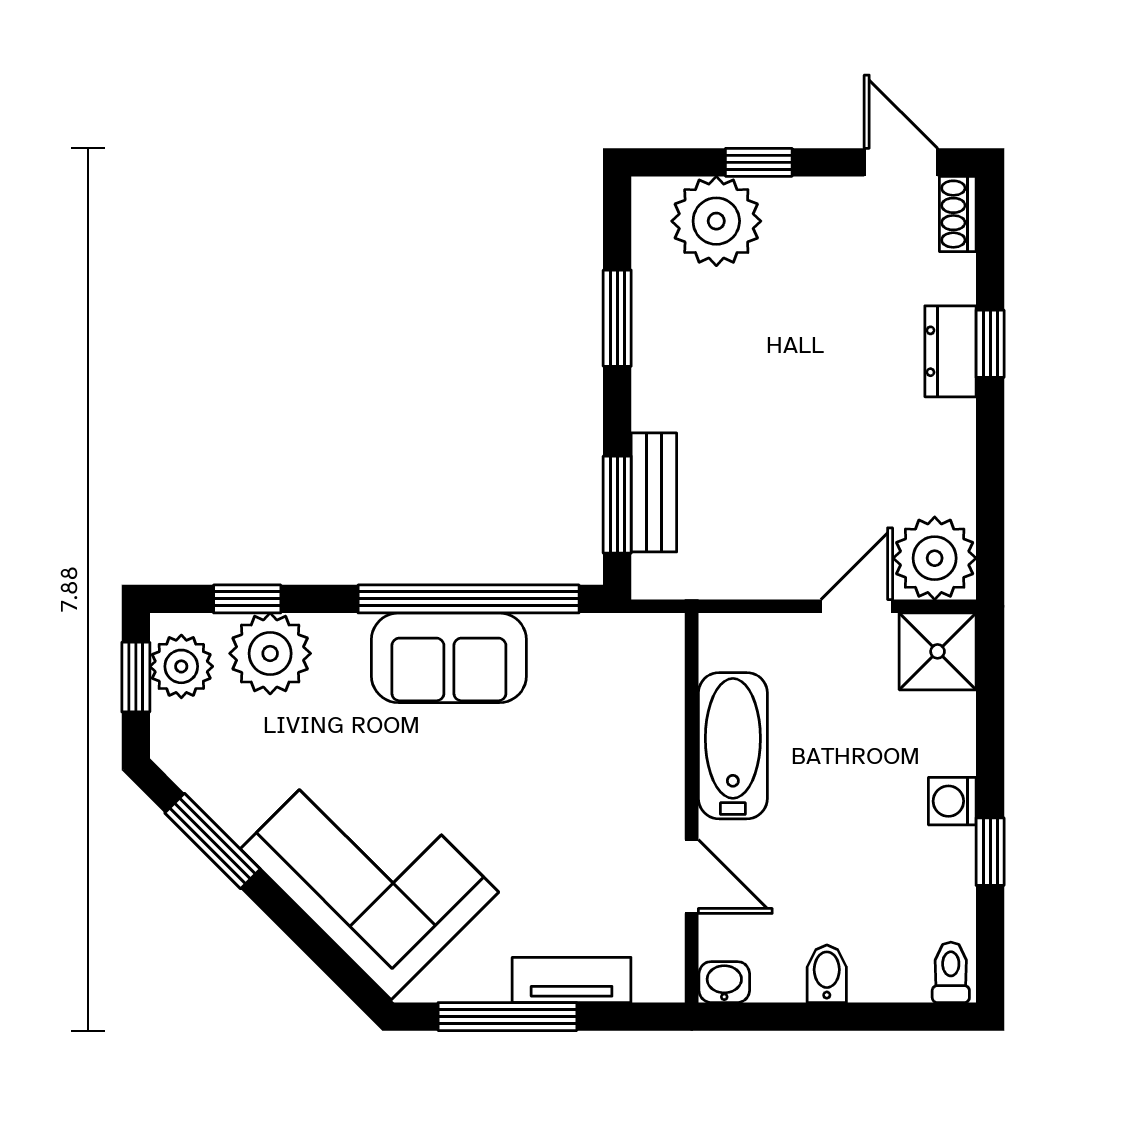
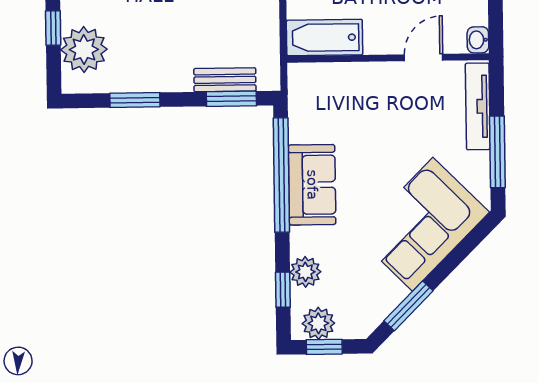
plant: (270, 653) -> (305, 272), width x0.73, depth x0.73
bathtub: (733, 746) -> (325, 38), moved
tv unit: (572, 980) -> (478, 106), width x1.41

